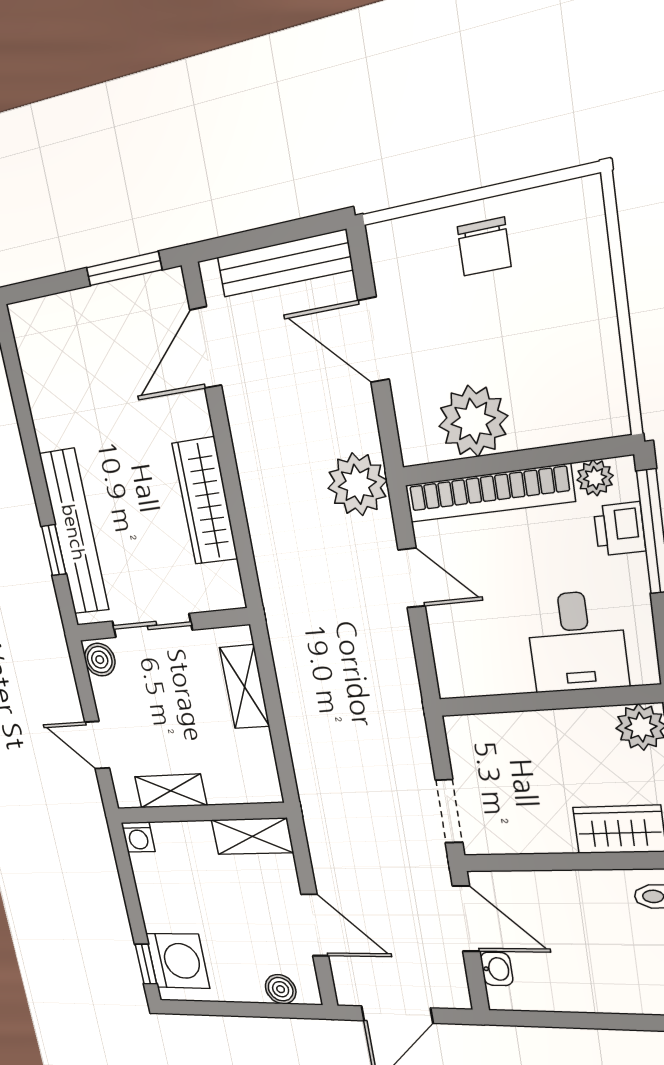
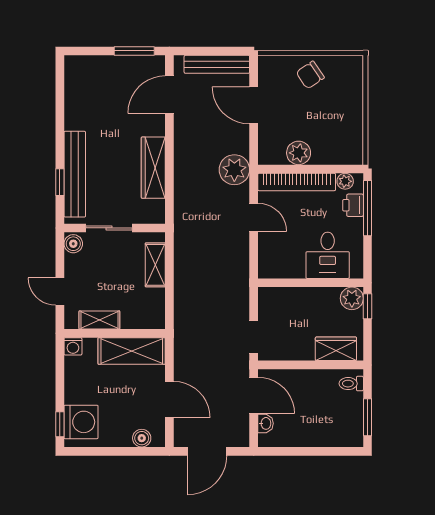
chair: (484, 247) -> (310, 75), turned 56
plant: (473, 421) -> (299, 153), width x0.73, depth x0.73
shelving: (252, 836) -> (132, 351), width x1.50, depth x1.33

